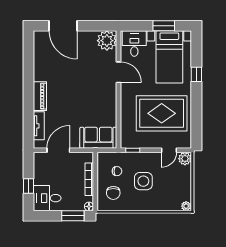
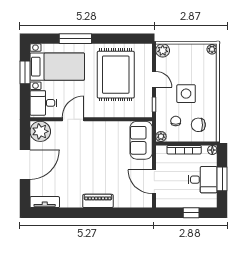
door: (63, 26) -> (25, 165), moved
window: (196, 74) -> (75, 39), width x2.17
tv unit: (39, 126) -> (45, 202), moved
door: (169, 150) -> (154, 79), moved
plant: (102, 157) -> (161, 137), added
chair: (113, 193) -> (198, 125), turned 180
desk: (47, 198) -> (203, 180), moved, turned -90
window: (73, 216) -> (222, 179), moved

